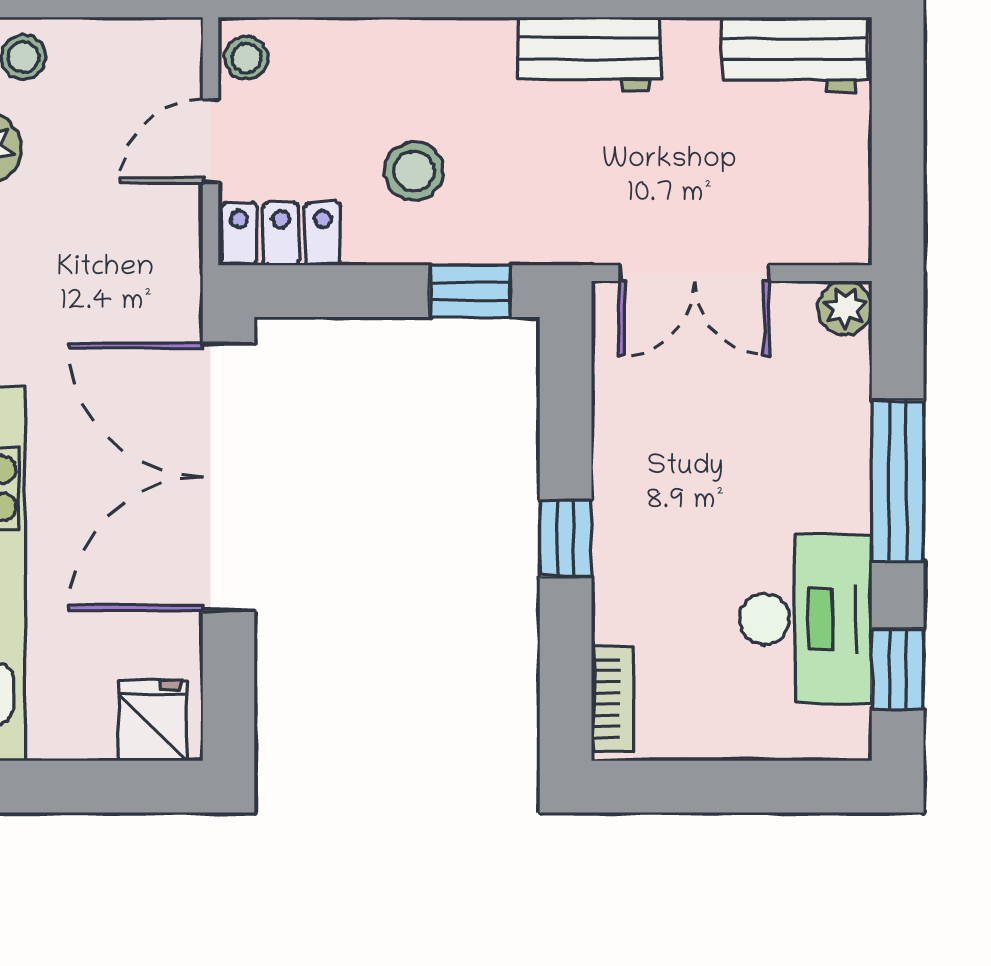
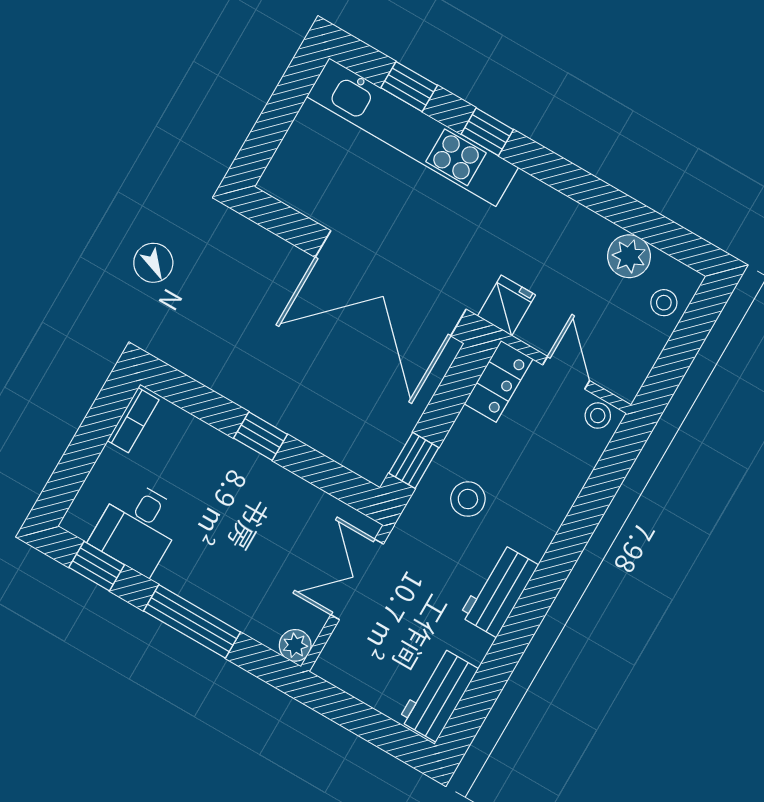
stool: (414, 171) -> (468, 499), moved
double door: (228, 477) -> (391, 283), swing flipped
desk: (806, 619) -> (137, 527), width x0.73
bookcase: (612, 699) -> (133, 420), moved, turned -90
fridge: (153, 720) -> (506, 306), moved, turned -90

